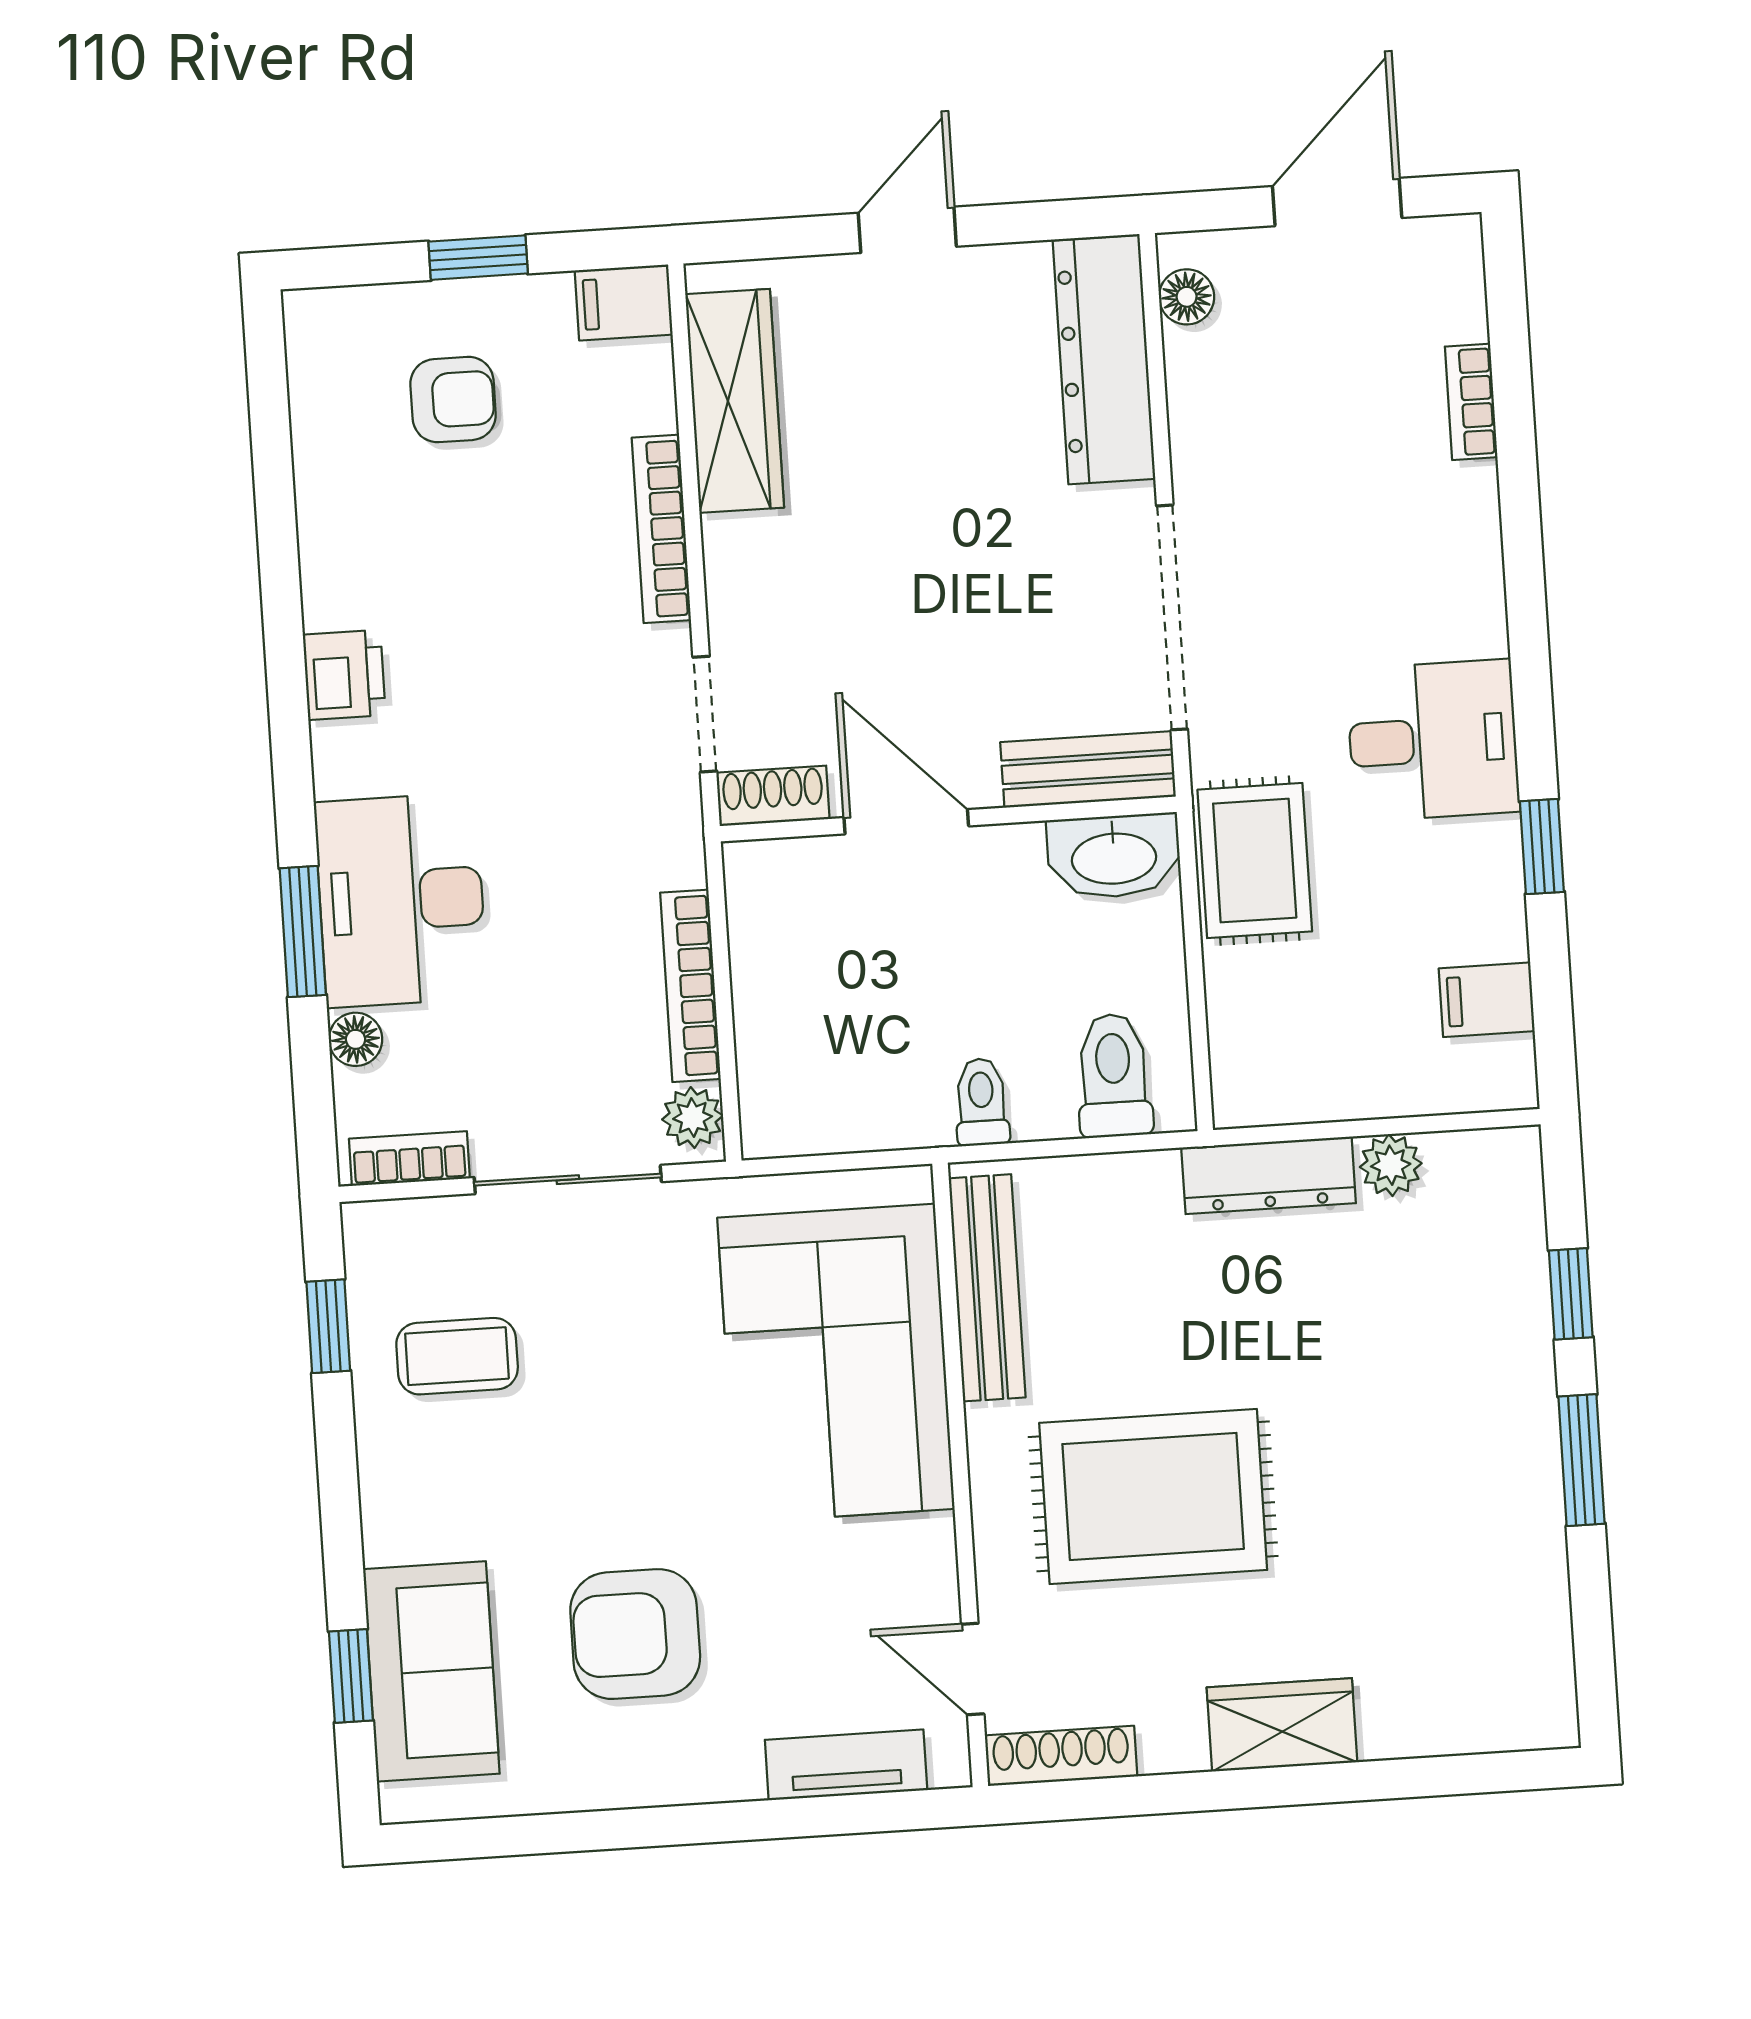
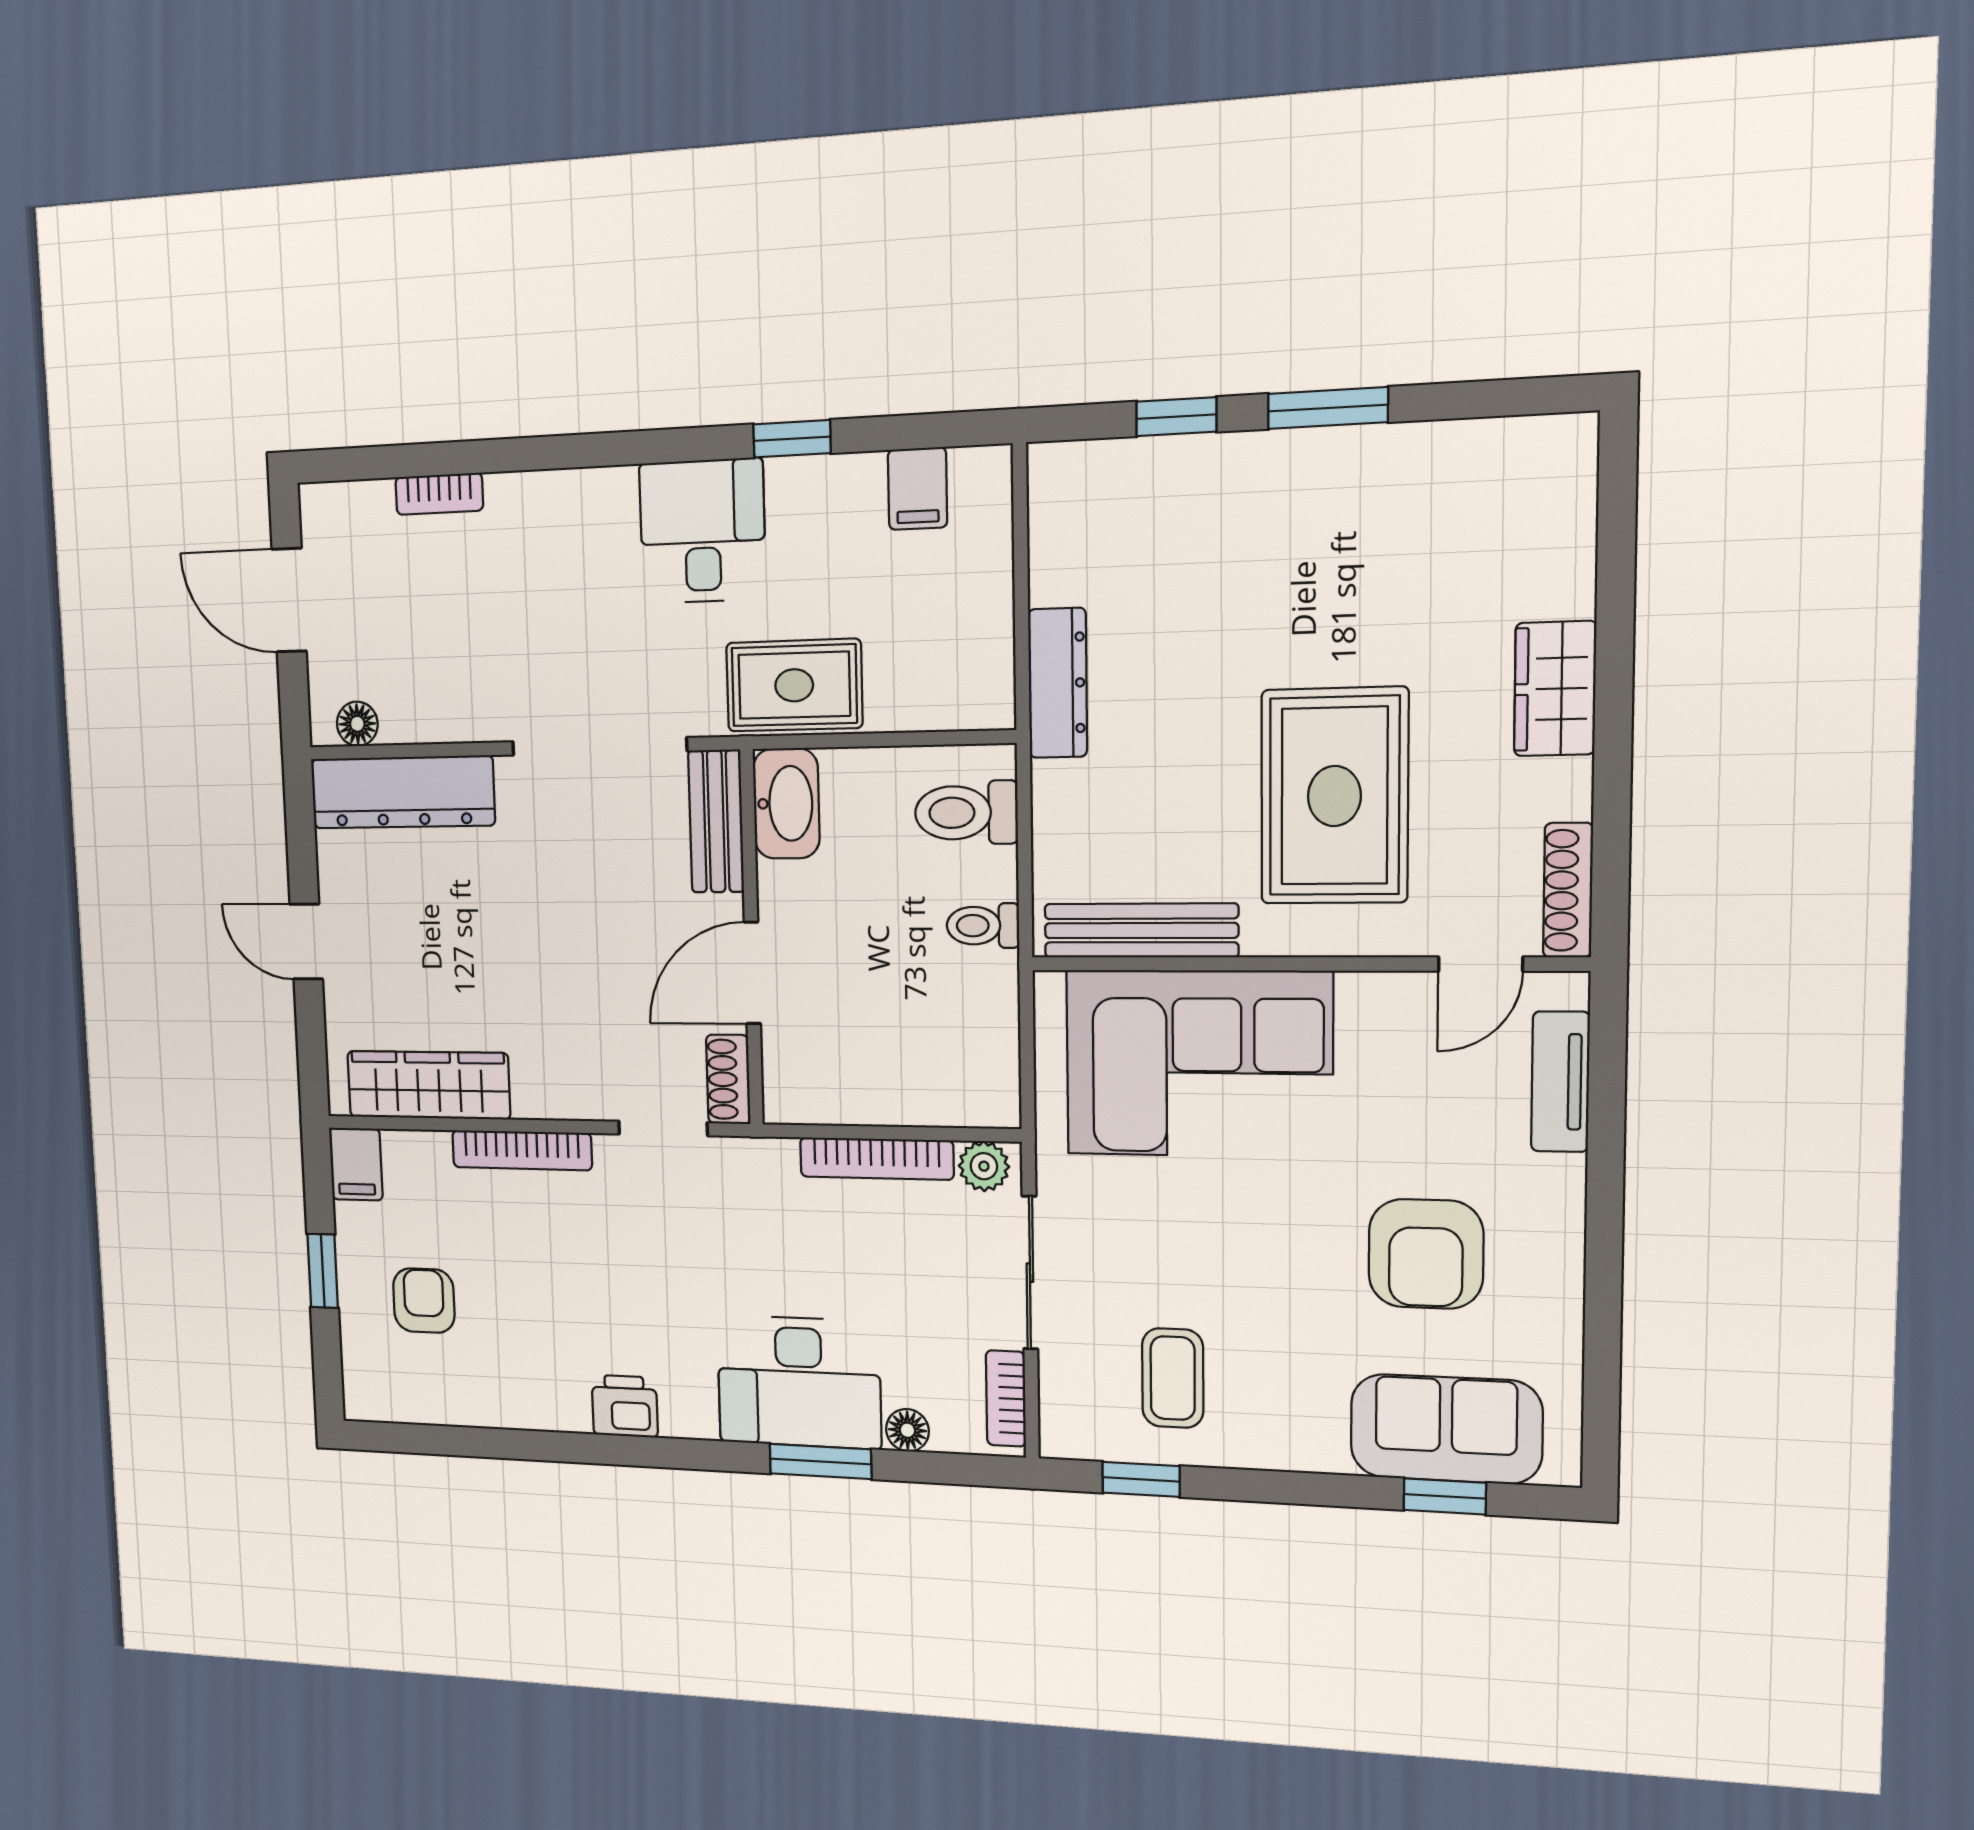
plant: (1391, 1165) -> (1054, 576), removed

